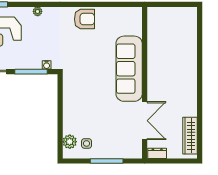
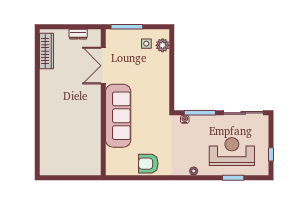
sofa: (129, 69) -> (118, 116), moved
wall: (145, 83) -> (103, 102), moved
double door: (145, 121) -> (103, 66), moved

